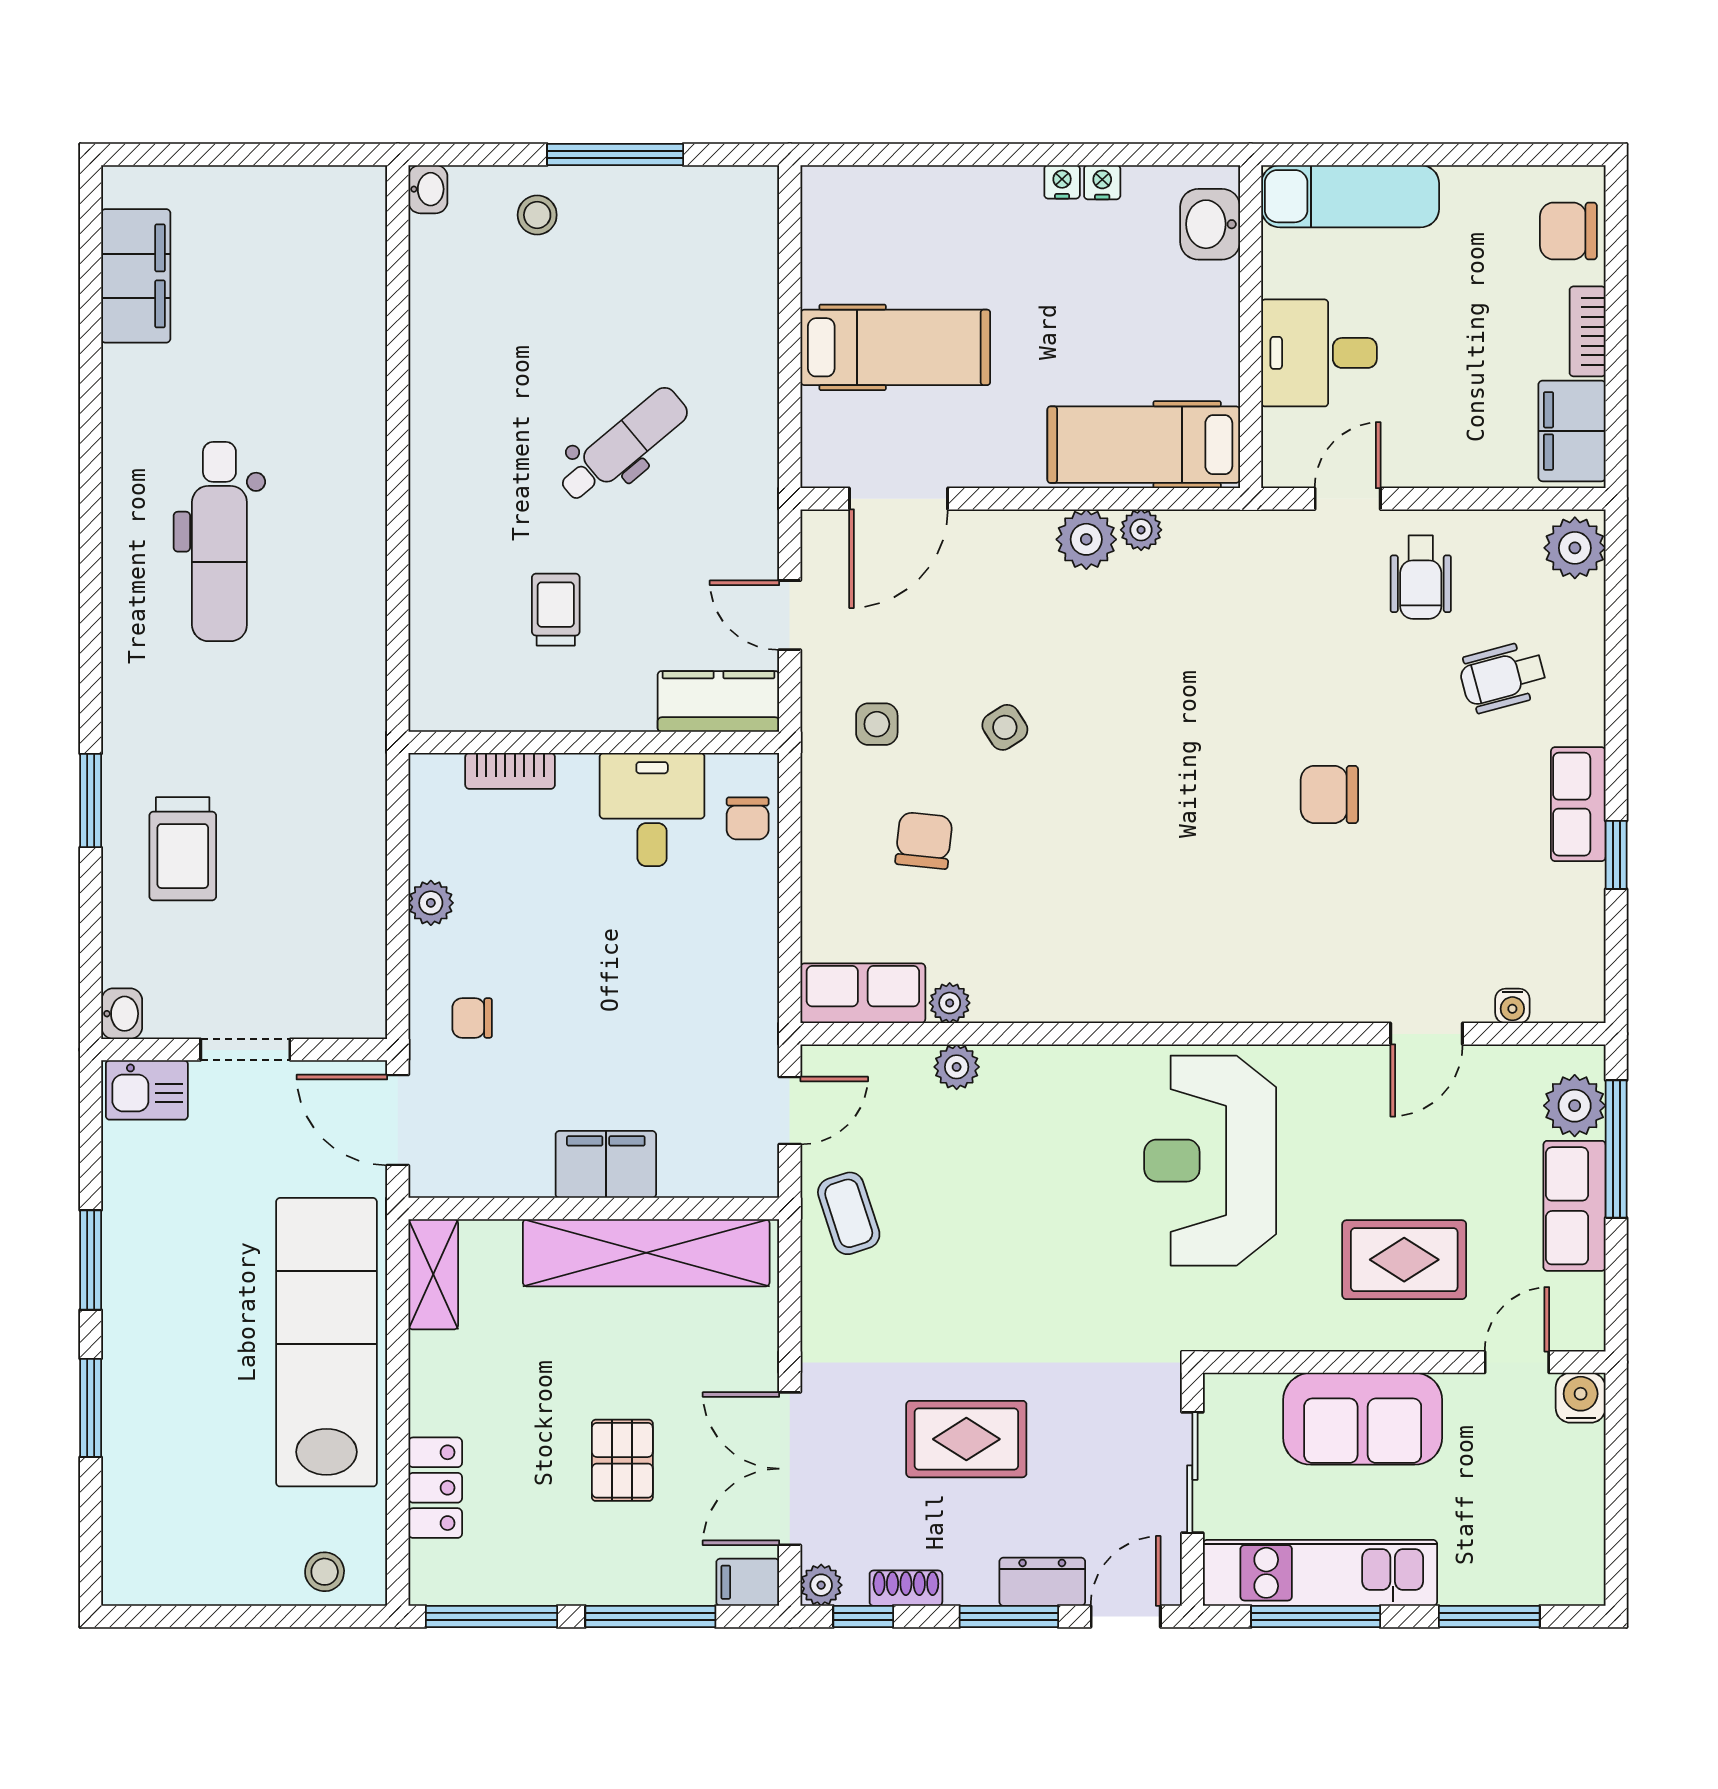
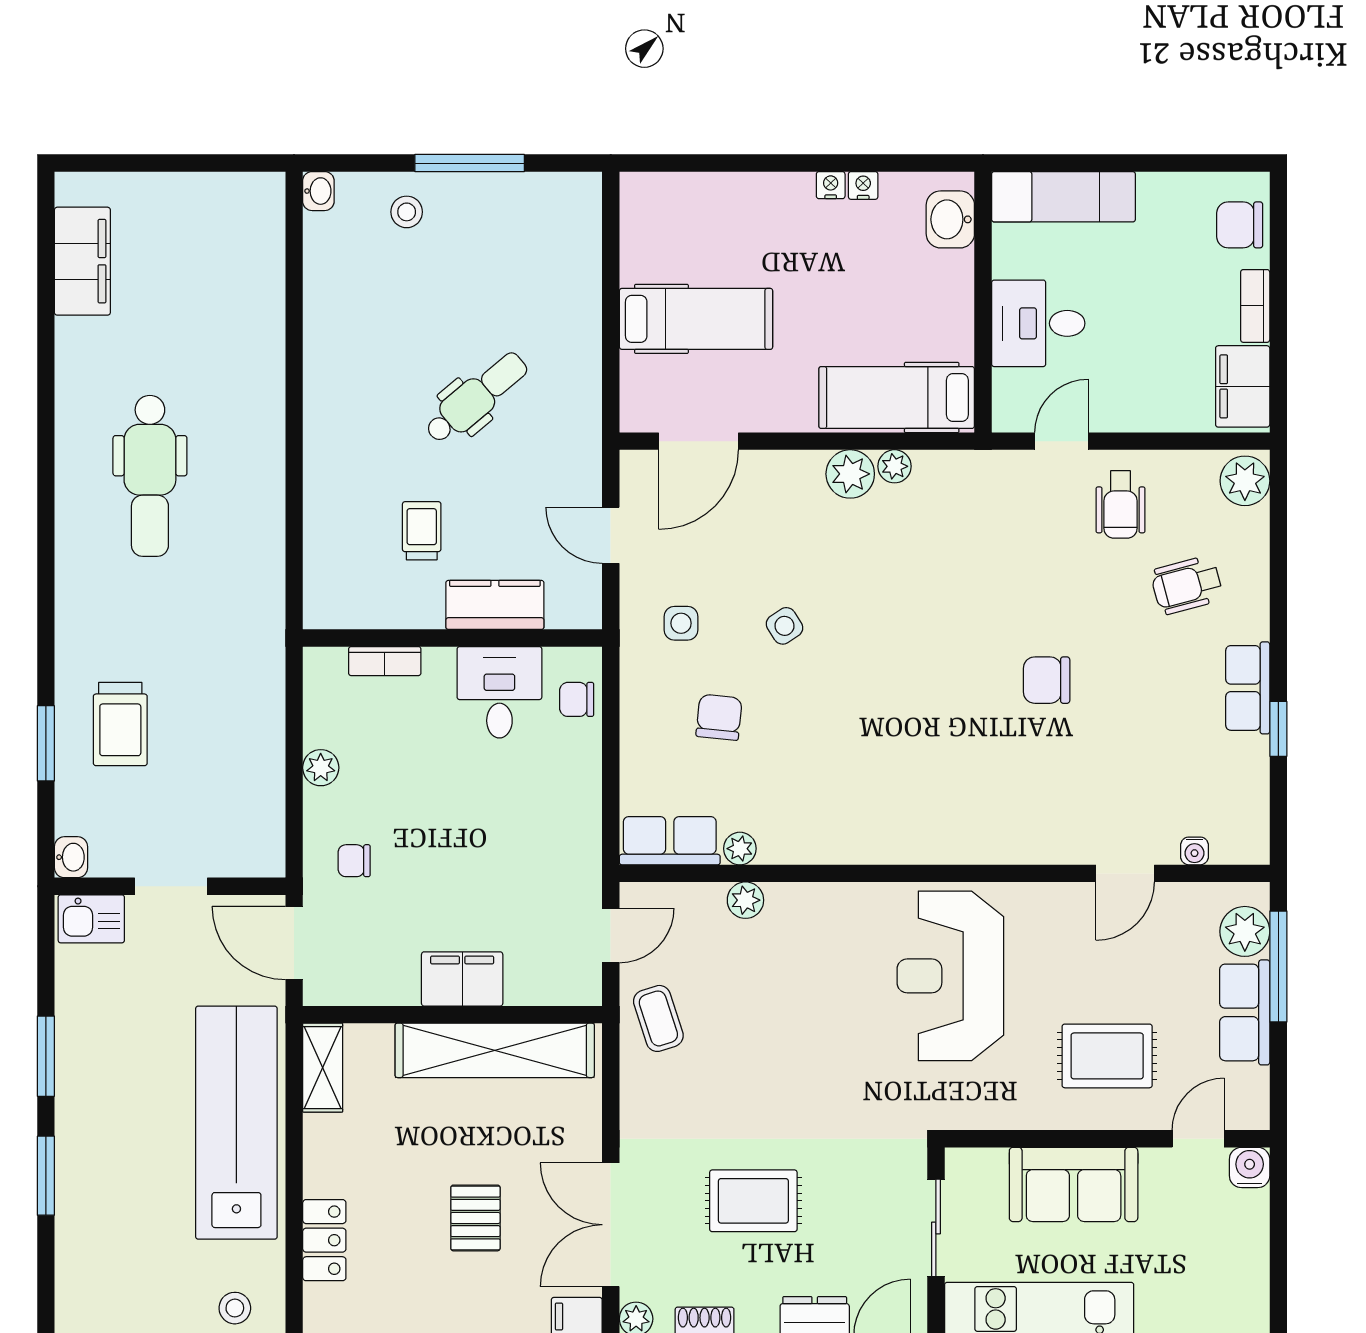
kitchen counter: (718, 701) -> (495, 605), moved
window: (91, 801) -> (46, 743), moved
chair: (748, 818) -> (577, 699), turned 90

